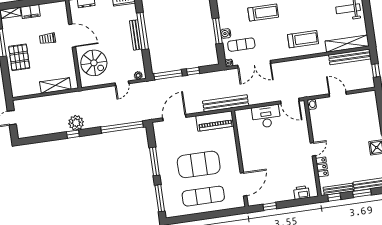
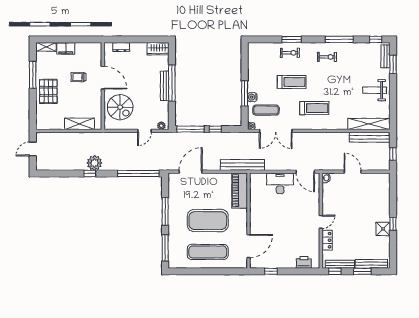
treadmill: (303, 39) -> (314, 108), moved
piano: (215, 121) -> (240, 191), moved, turned 90

